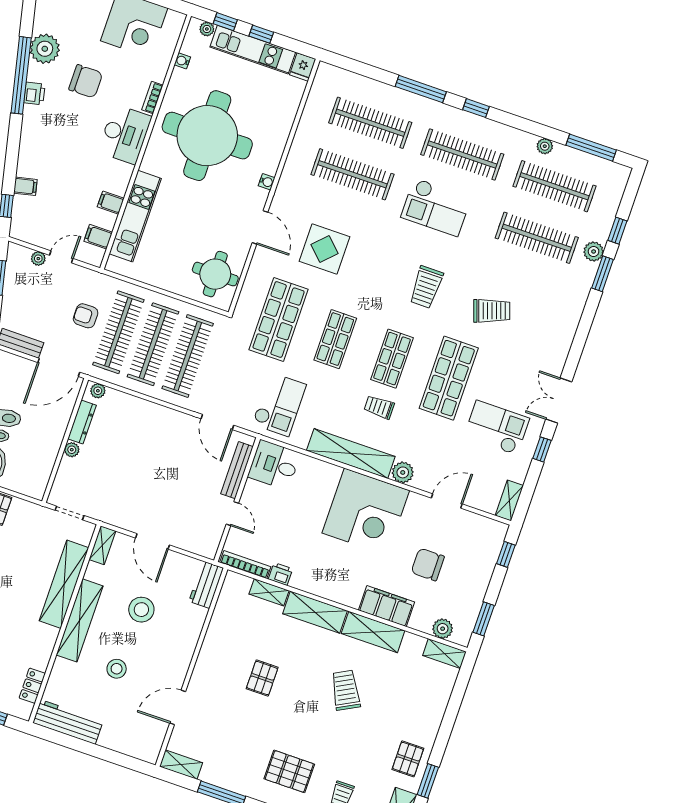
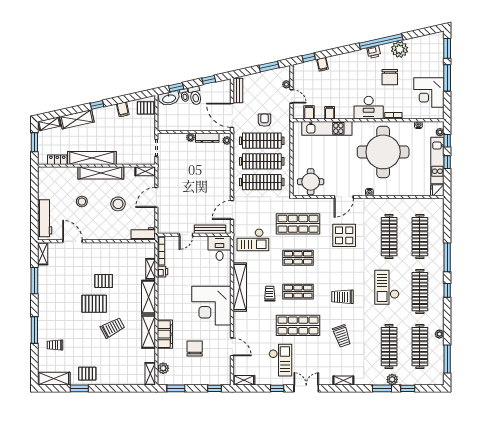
shelving: (567, 334) -> (343, 380), added
plant: (403, 472) -> (239, 318), removed
shelving: (64, 584) -> (92, 158), moved
workbench: (68, 722) -> (45, 218), moved
pallet: (289, 771) -> (94, 304), moved, turned 90

